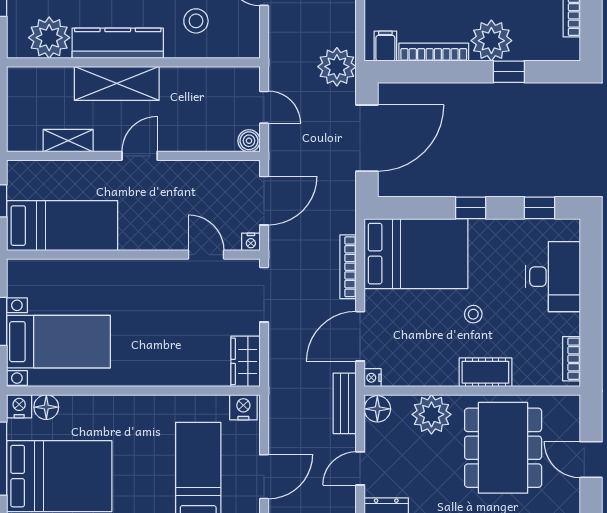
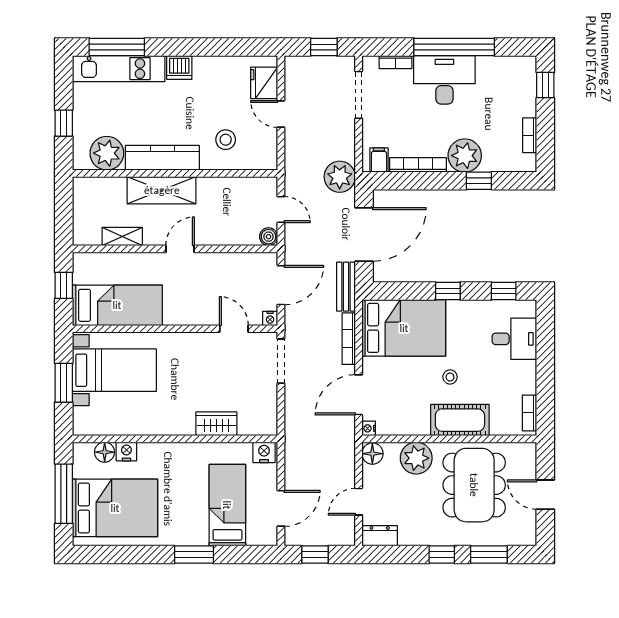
desk: (553, 277) -> (514, 339), width x0.73
bed with nightstands: (58, 342) -> (114, 370), moved
wardrobe: (245, 361) -> (216, 424), moved, turned 90
cot: (485, 372) -> (460, 420), width x1.37, depth x1.34
bench: (345, 403) -> (346, 287), moved
nightstand: (19, 406) -> (126, 451), moved

